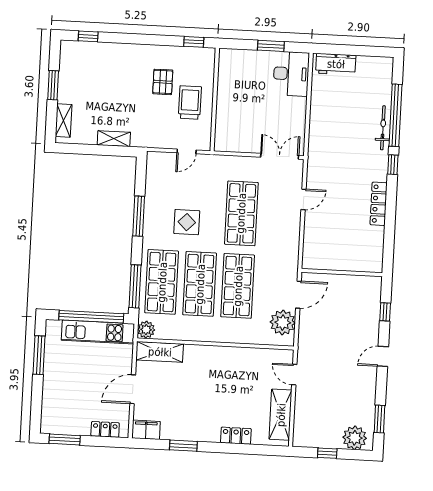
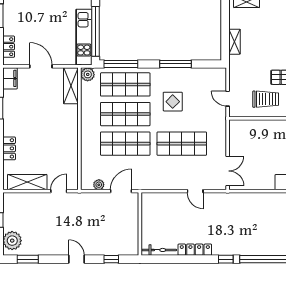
bicycle: (383, 128) -> (159, 250), moved
door: (298, 295) -> (121, 191), swing flipped
plant: (283, 322) -> (99, 185), width x0.53, depth x0.53

